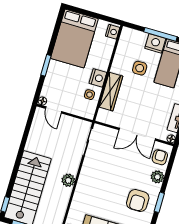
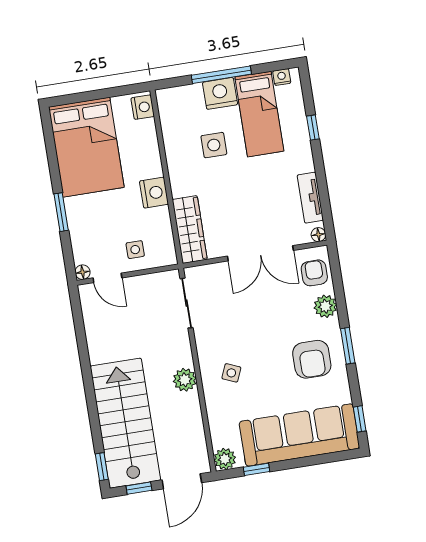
wardrobe: (111, 92) -> (190, 230), moved
side table: (89, 95) -> (135, 250), moved
side table: (94, 188) -> (231, 373), added

